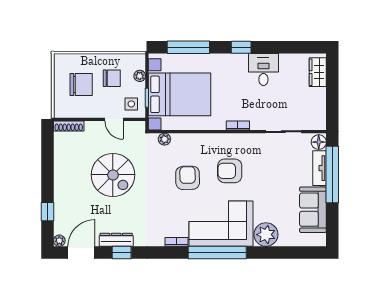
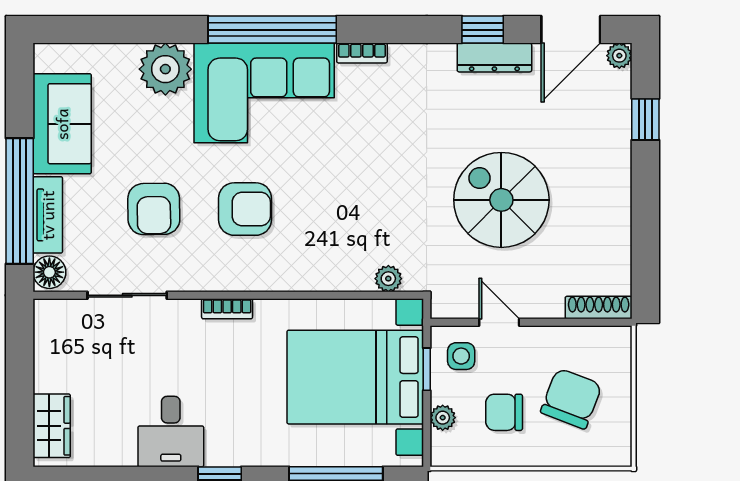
chair: (81, 85) -> (571, 399), turned 111
armchair: (188, 178) -> (154, 209), moved

